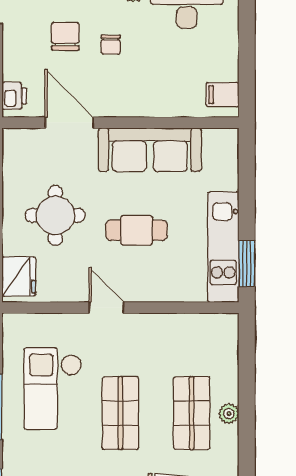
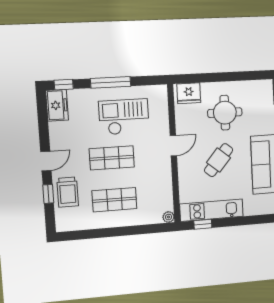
cafe table: (137, 230) -> (219, 160), turned 40
window: (247, 264) -> (203, 224), width x0.67
plant: (229, 414) -> (169, 217), moved

